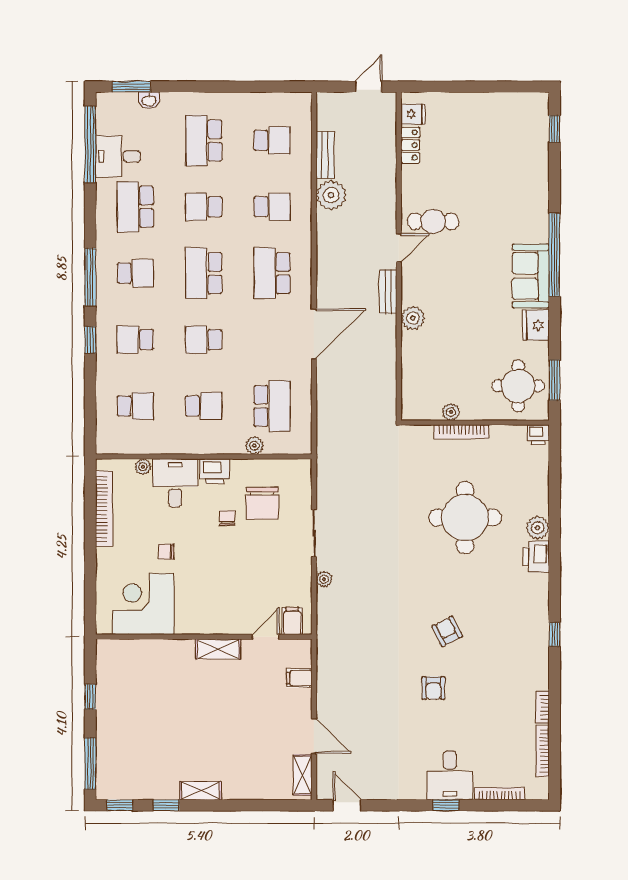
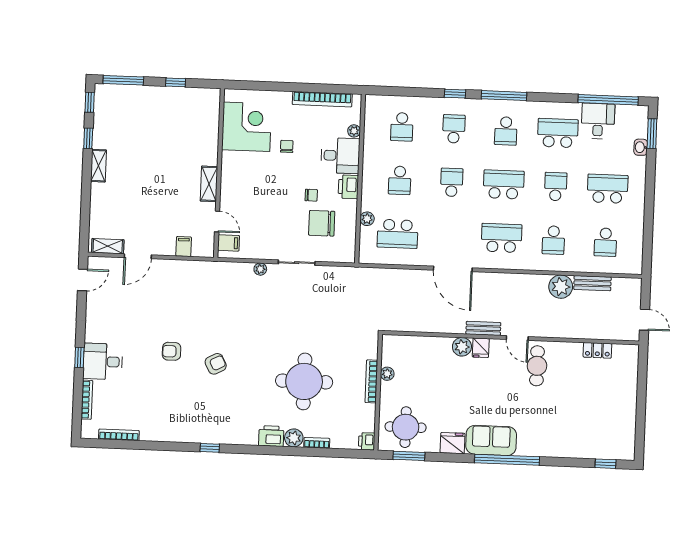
fridge: (413, 114) -> (481, 348), moved
bookcase: (543, 707) -> (317, 443), moved

